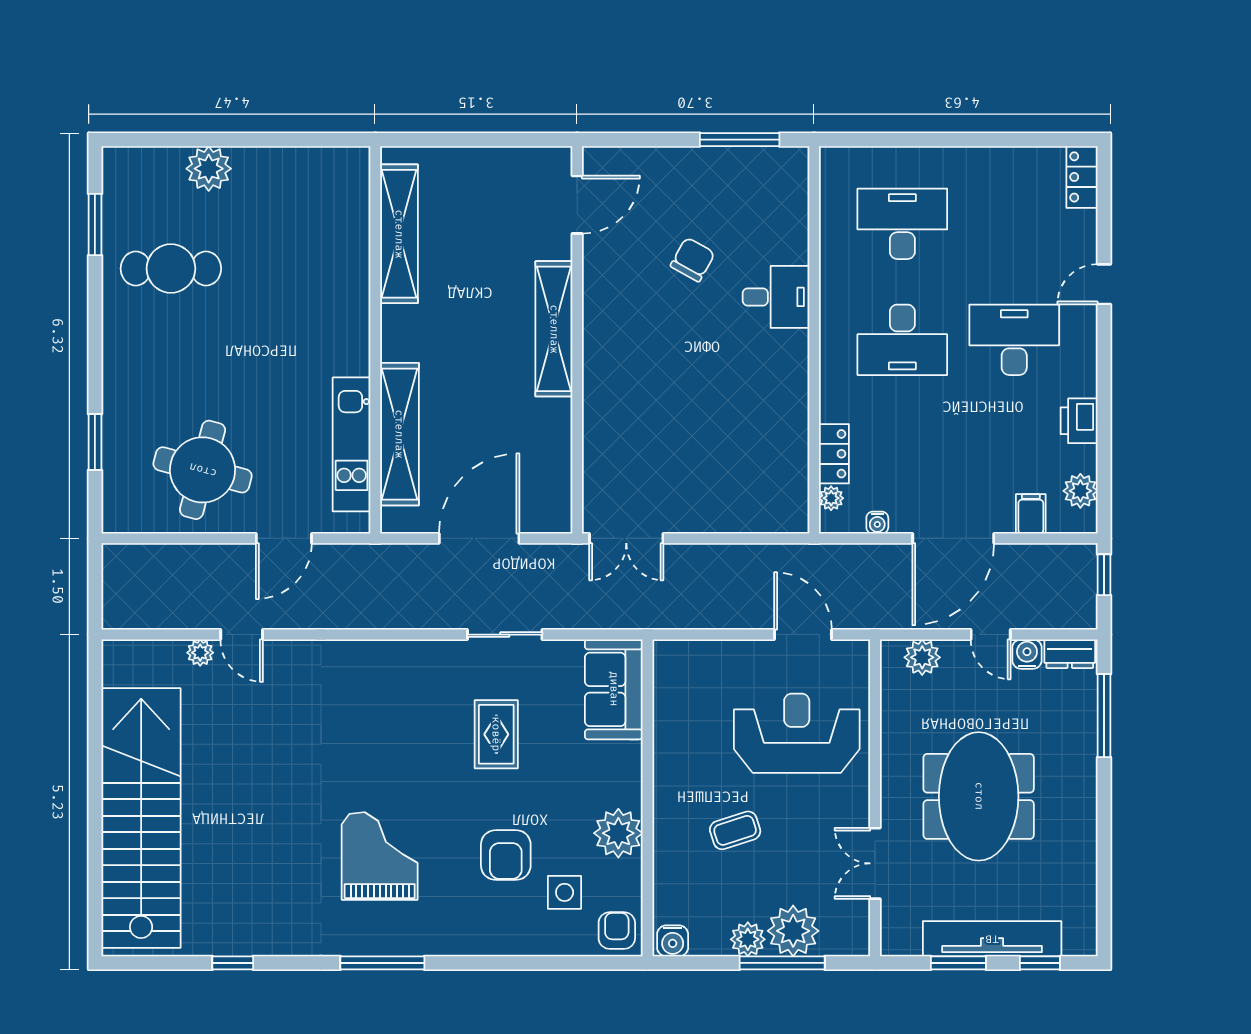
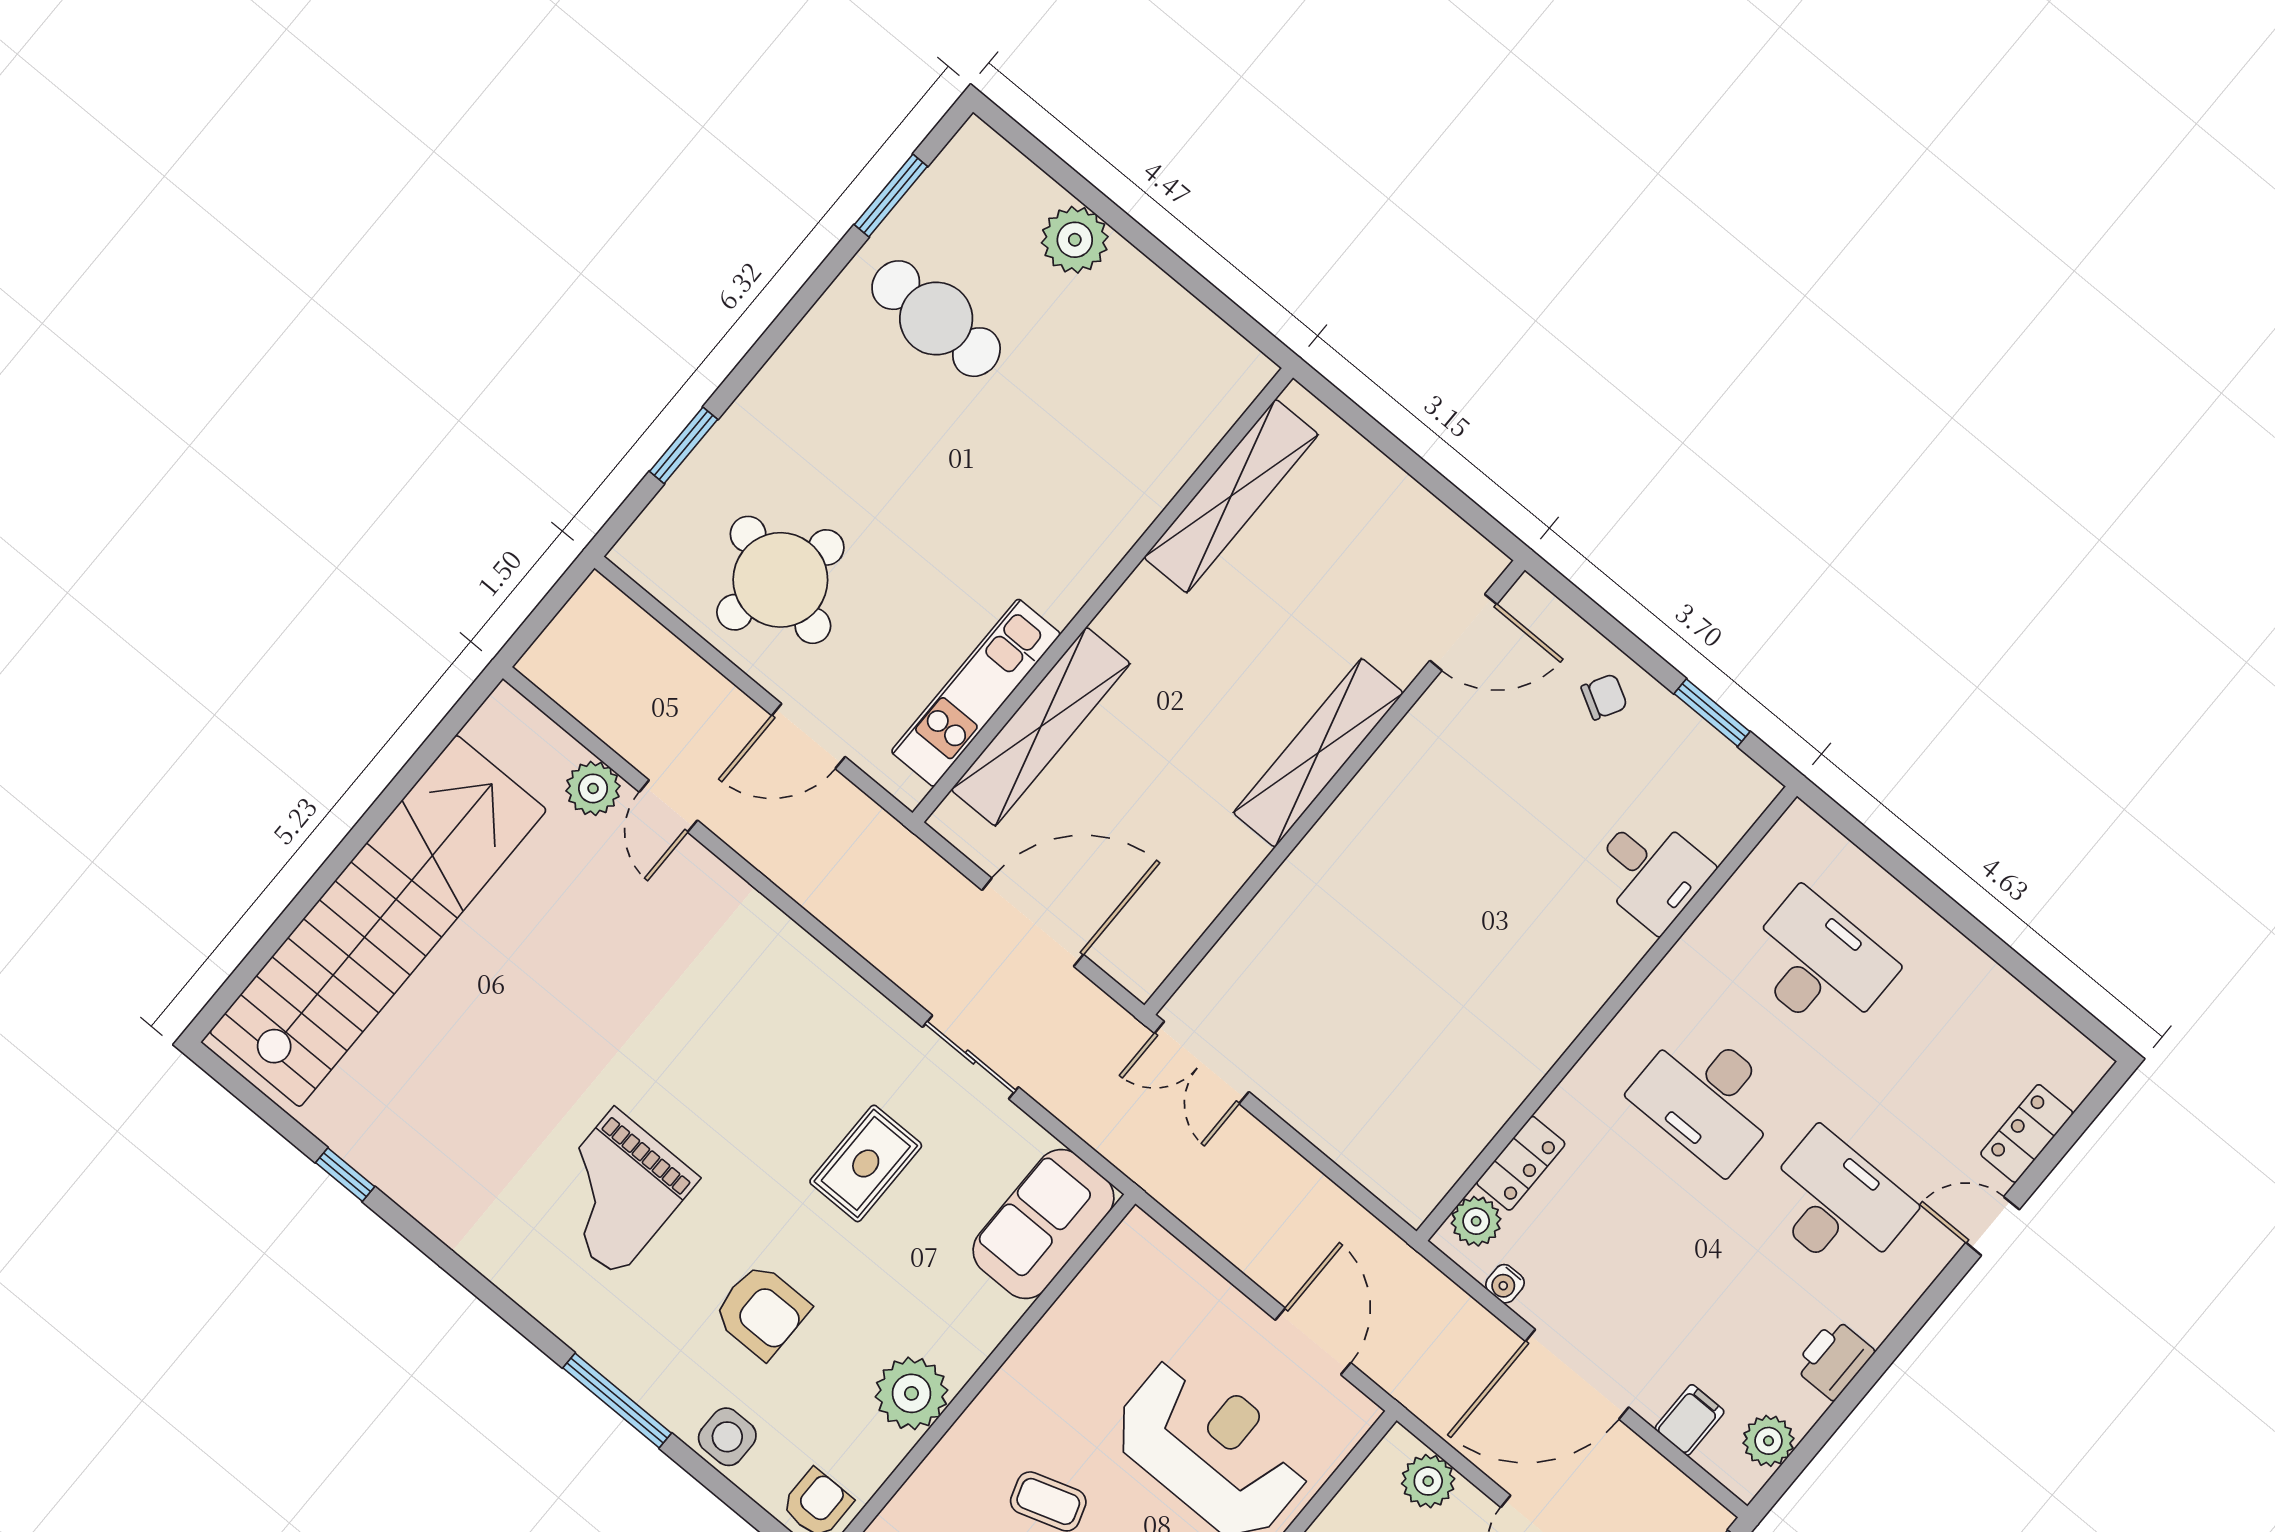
window: (740, 140) -> (1712, 713), width x0.69
locker: (1082, 177) -> (2027, 1133), moved
chair: (693, 260) -> (1604, 697), moved, width x0.73, depth x0.73
desk: (776, 297) -> (1651, 871), moved
plant: (831, 498) -> (1476, 1221), width x1.38, depth x1.38
plant: (200, 653) -> (593, 788), width x1.38, depth x1.38
armchair: (506, 855) -> (762, 1311), turned -90
grand piano: (380, 856) -> (616, 1192), turned 180
side table: (565, 892) -> (727, 1437), moved
window: (382, 963) -> (617, 1401), moved

